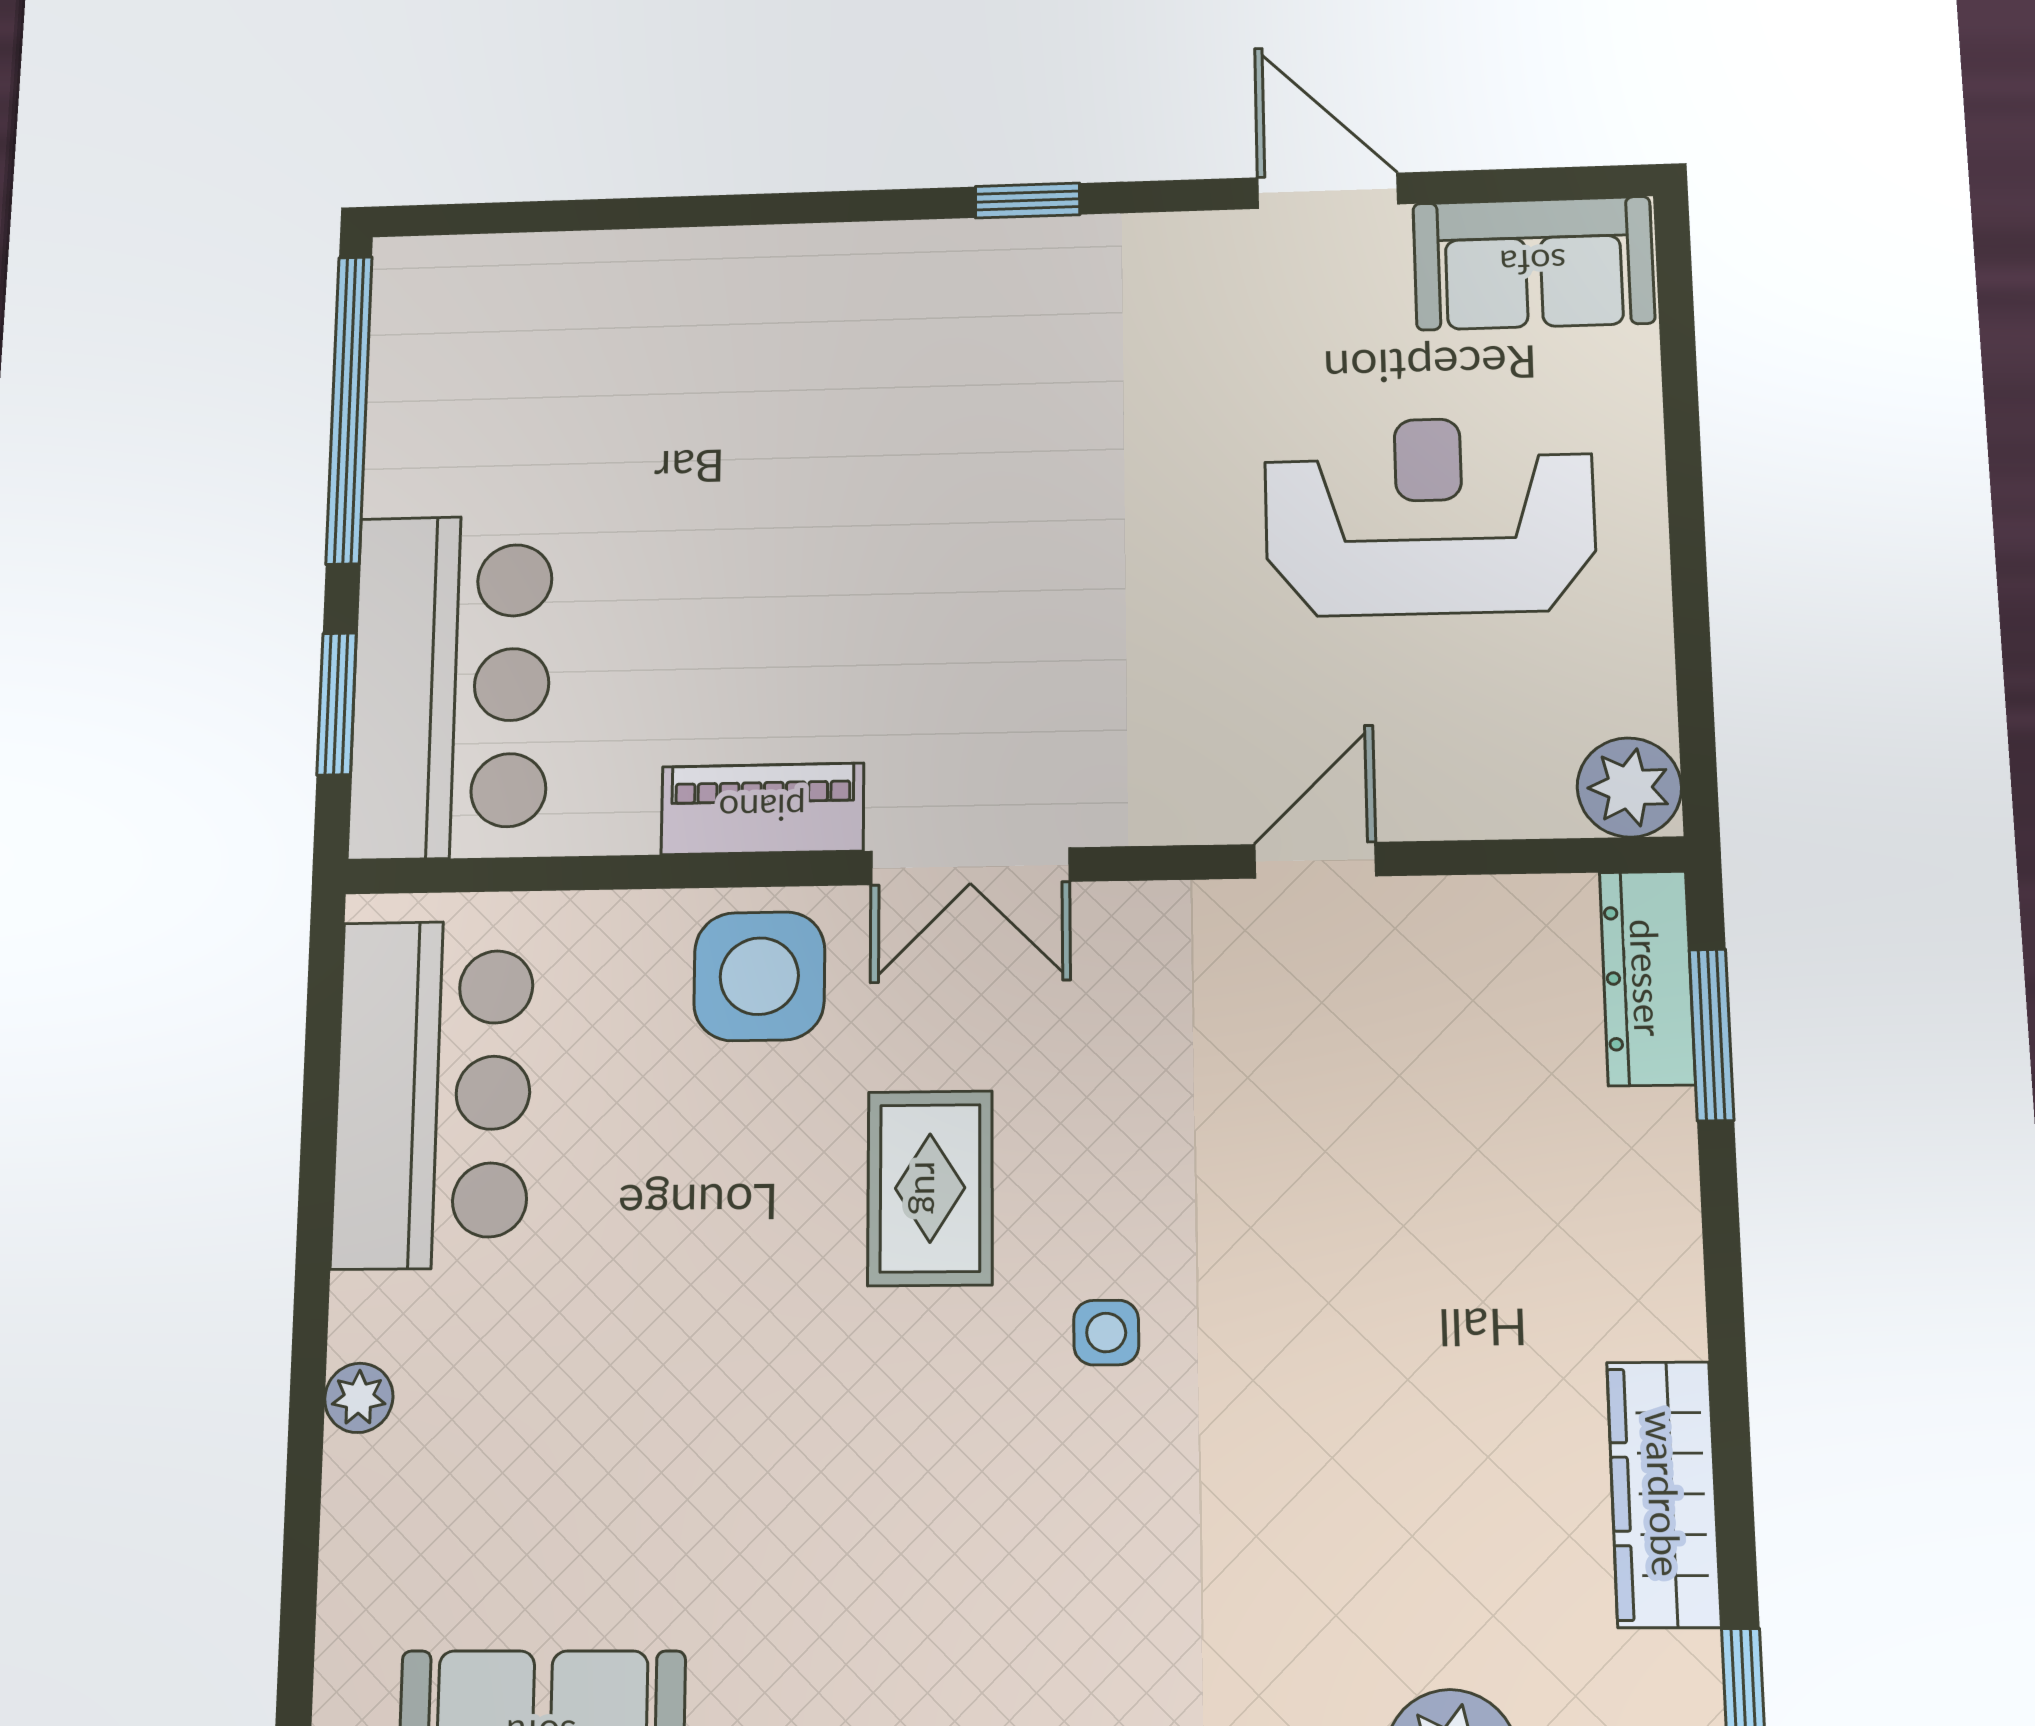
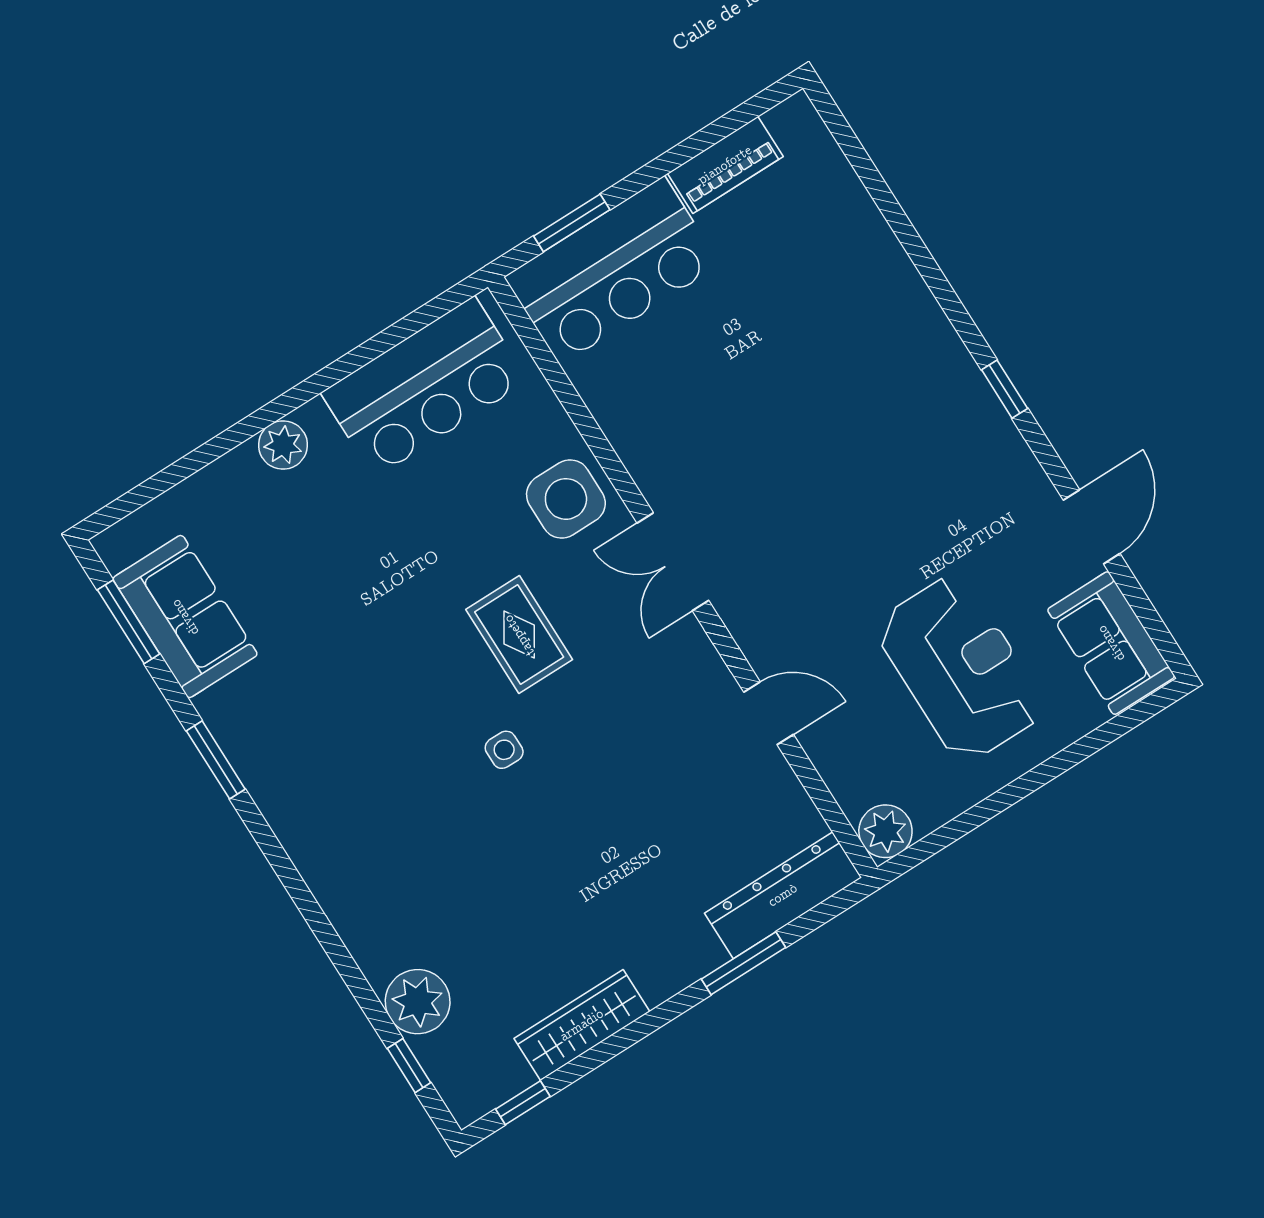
window: (349, 409) -> (713, 133), removed
piano: (762, 809) -> (725, 165), moved, turned 90
dresser: (1647, 978) -> (783, 895), width x1.37, depth x1.24
window: (1711, 1035) -> (744, 963), moved
rug: (930, 1188) -> (519, 635), turned 90
plant: (359, 1398) -> (283, 445), width x1.38, depth x1.38

